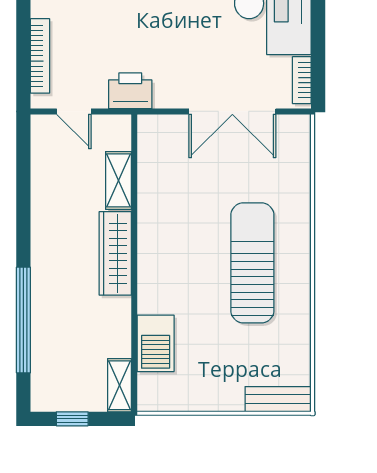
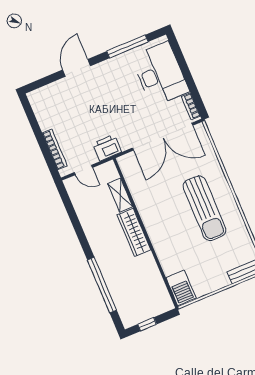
double door: (232, 111) -> (163, 137), width x1.36
sun lounger: (252, 263) -> (204, 208), turned 180
barbecue: (156, 343) -> (181, 288), moved
shelving: (120, 385) -> (164, 297), removed

